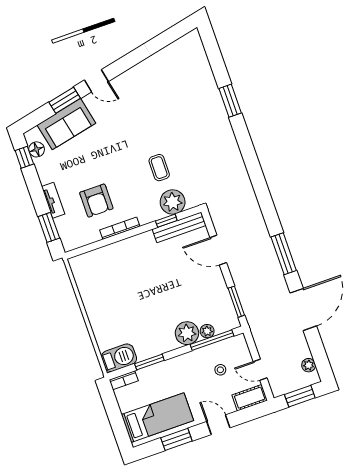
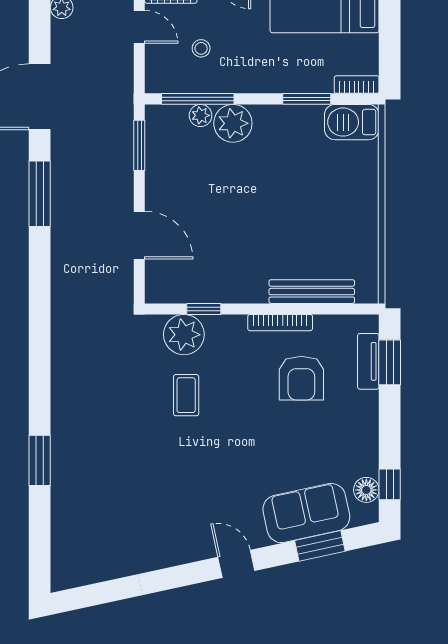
window: (65, 100) -> (320, 546), moved
tv unit: (53, 200) -> (368, 361), moved
armchair: (96, 201) -> (301, 378), turned 180
bench: (179, 227) -> (312, 292), moved

